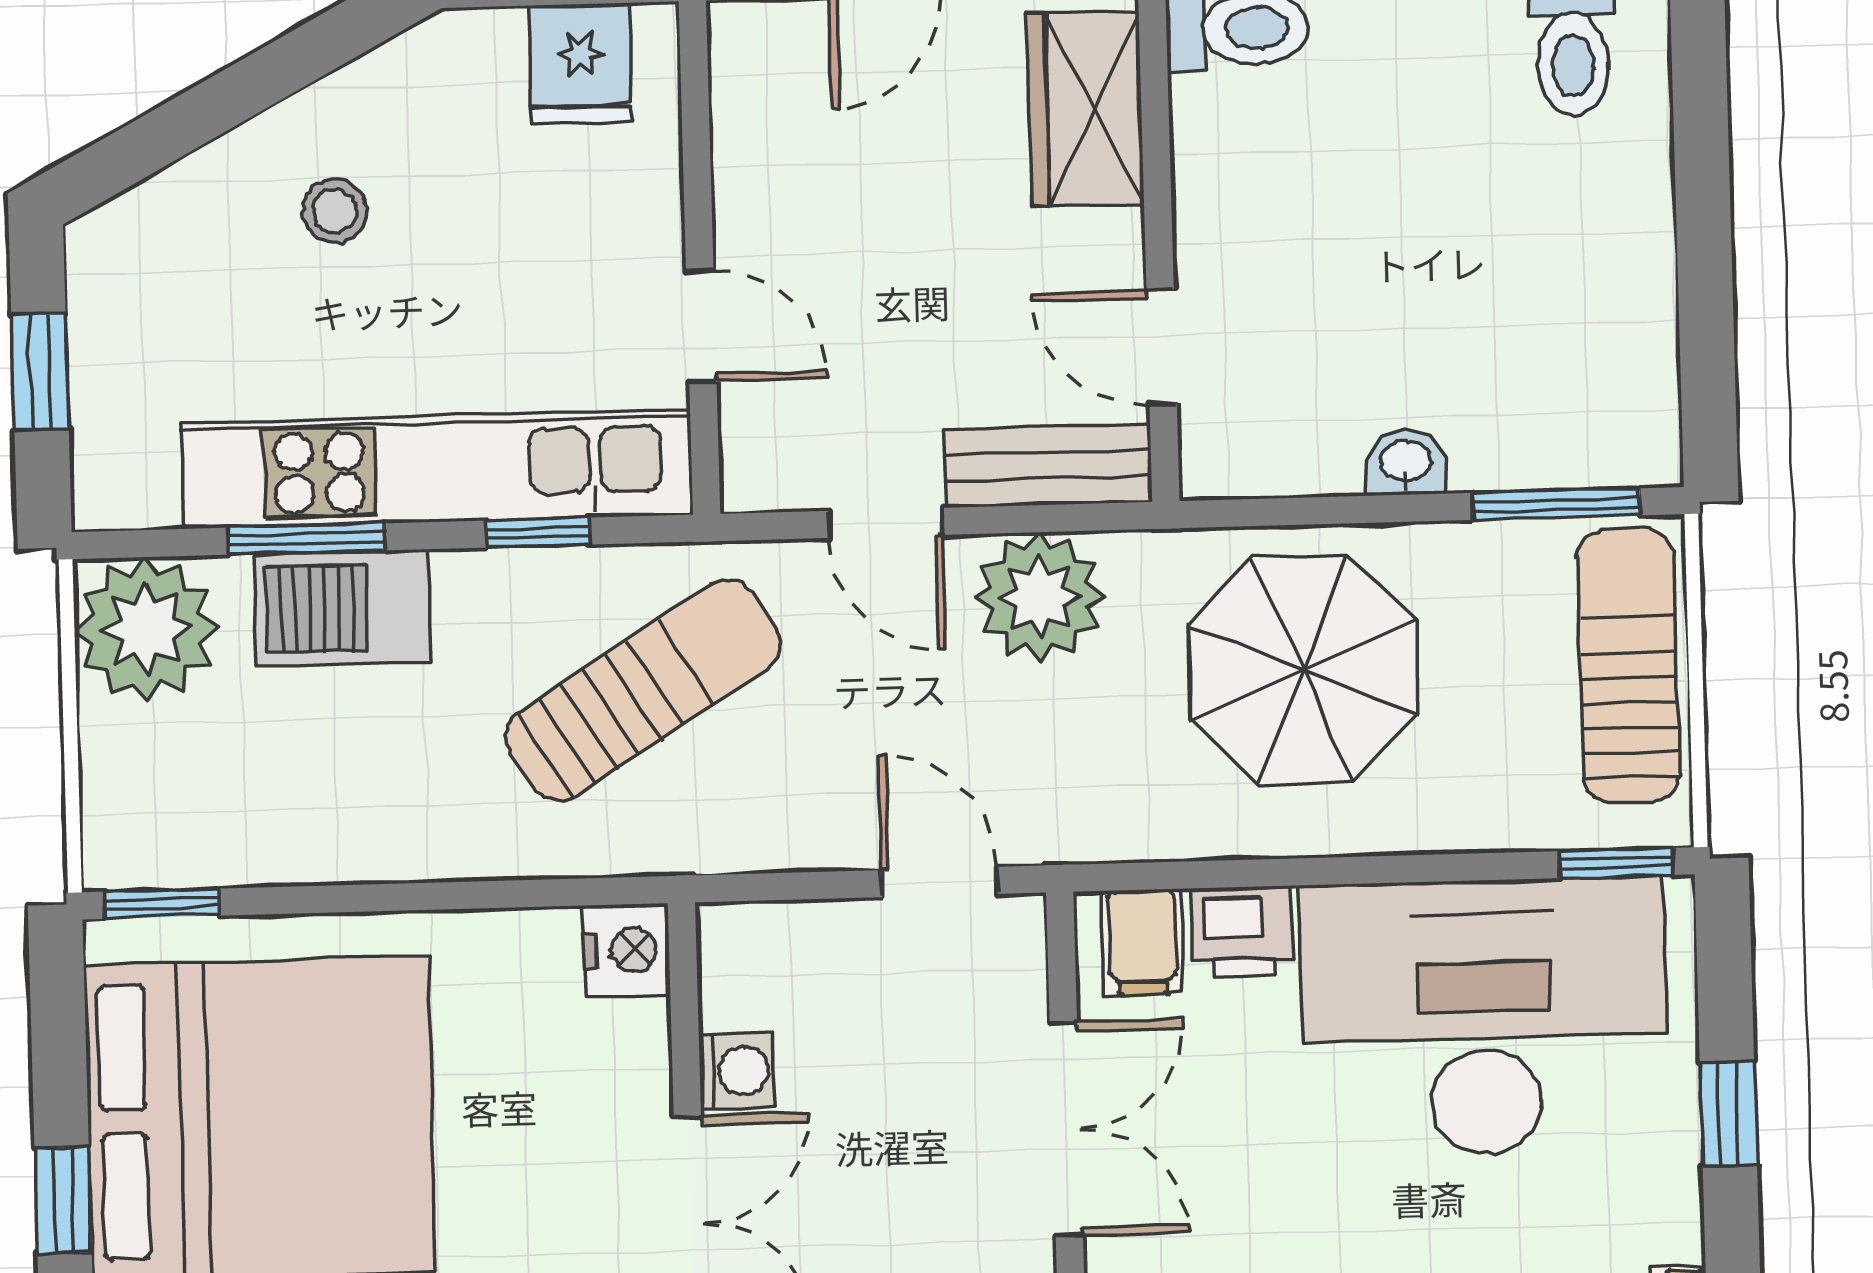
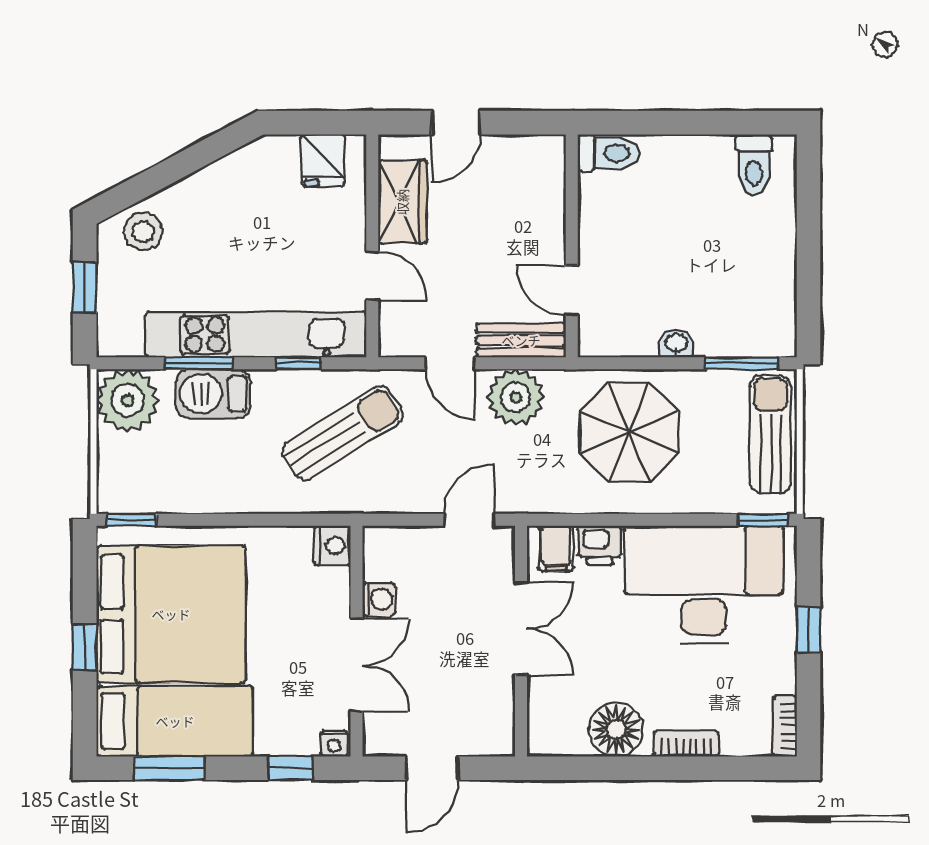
wardrobe: (1086, 109) -> (402, 202), moved, turned 180
stool: (335, 211) -> (143, 231), moved, width x1.37, depth x1.37
door: (940, 882) -> (469, 520), hinge flipped

